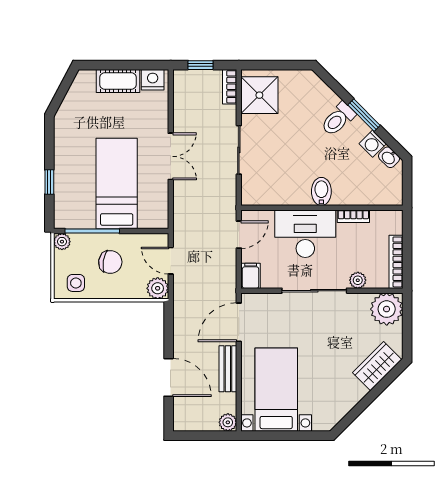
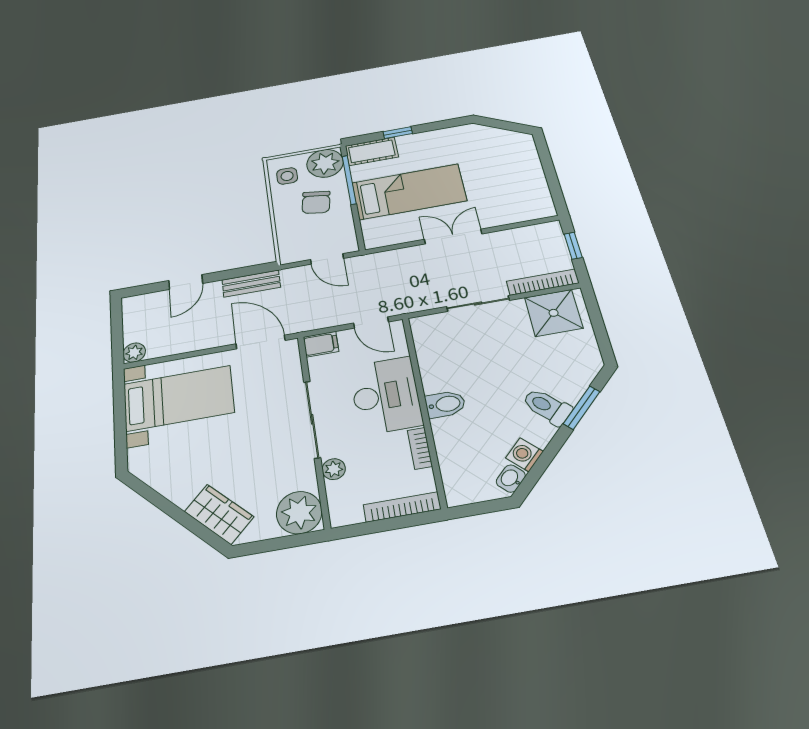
nightstand: (153, 80) -> (541, 203), removed
cot: (118, 81) -> (372, 151), moved, turned 90
bookcase: (230, 87) -> (543, 282), width x1.56
window: (364, 115) -> (582, 408), moved
double door: (171, 156) -> (453, 237), swing flipped
plant: (62, 242) -> (325, 163), width x1.88, depth x1.88
door: (171, 261) -> (327, 259), swing flipped
bookcase: (396, 262) -> (402, 507), moved
plant: (158, 288) -> (292, 252), removed
bench: (228, 369) -> (251, 284), moved
door: (169, 377) -> (186, 282), width x0.73

